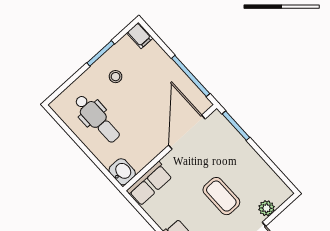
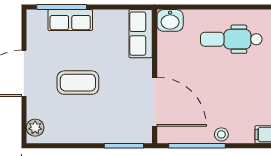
stool: (116, 77) -> (221, 134), moved
plant: (266, 208) -> (35, 128), moved

